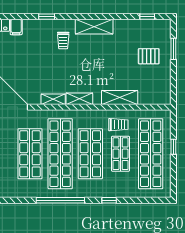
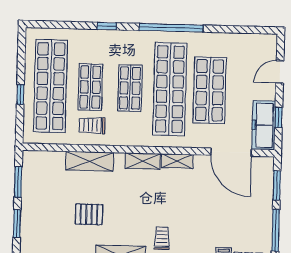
pallet: (149, 56) -> (89, 214), moved
window: (173, 80) -> (18, 182), added
shop shelf: (90, 154) -> (130, 88), width x0.70, depth x0.74

